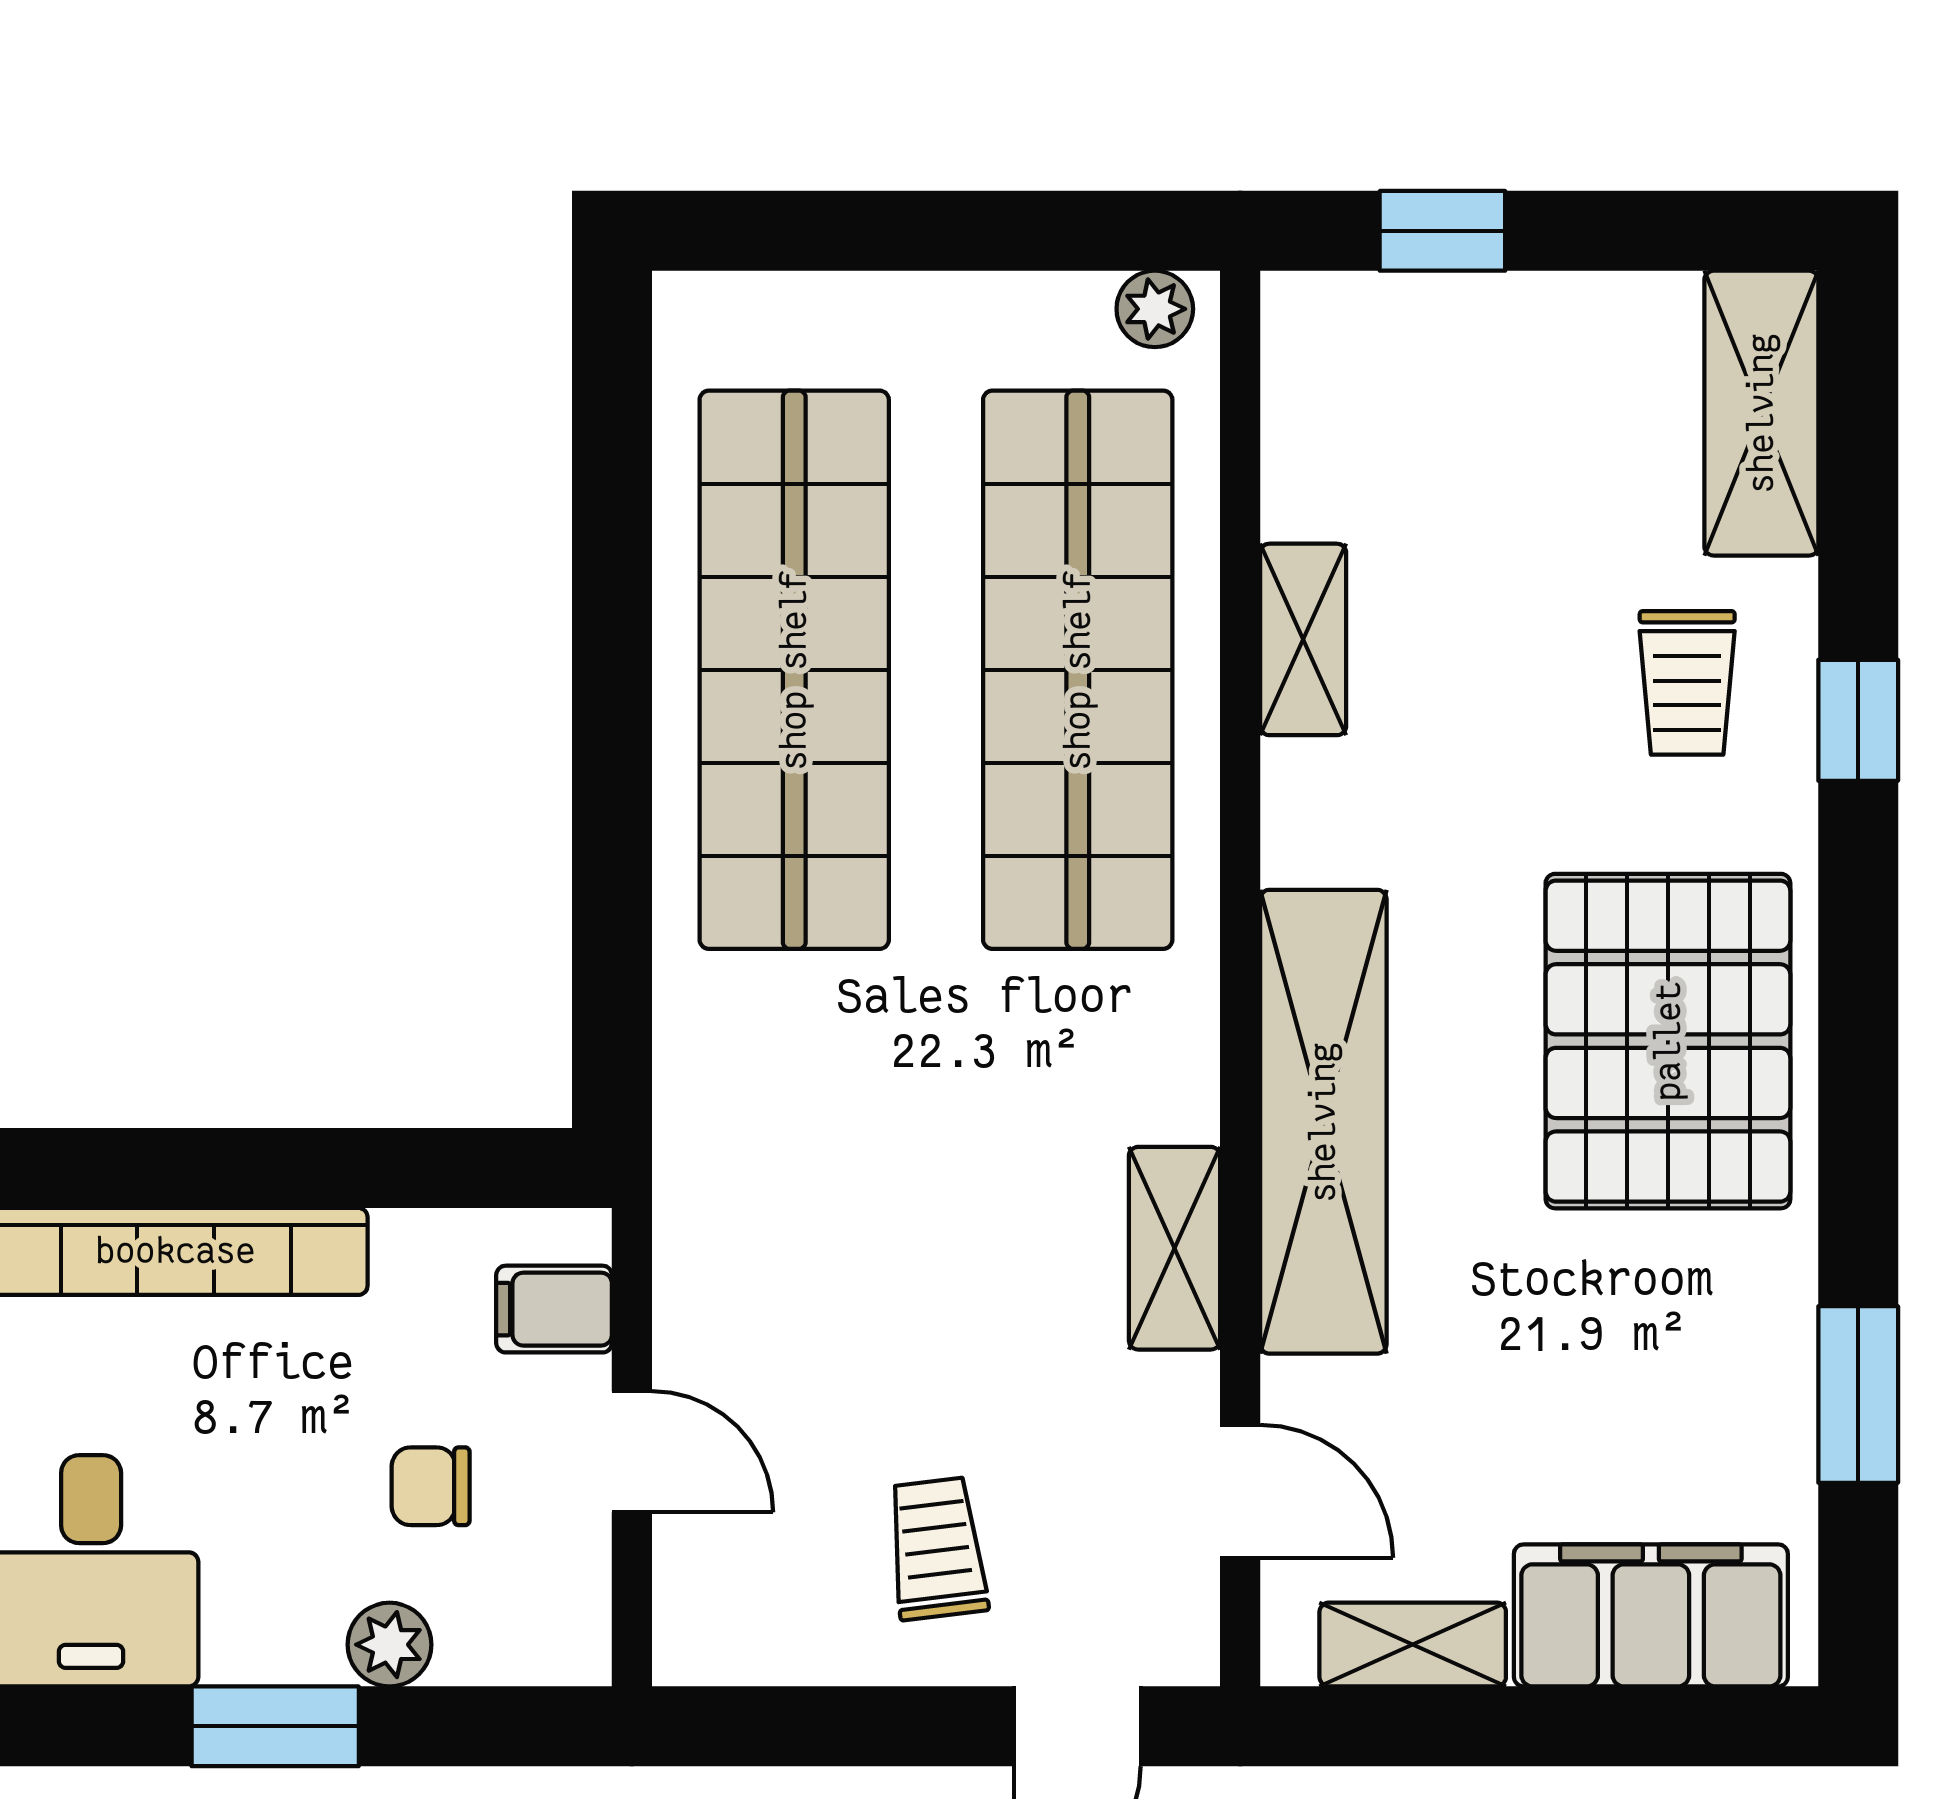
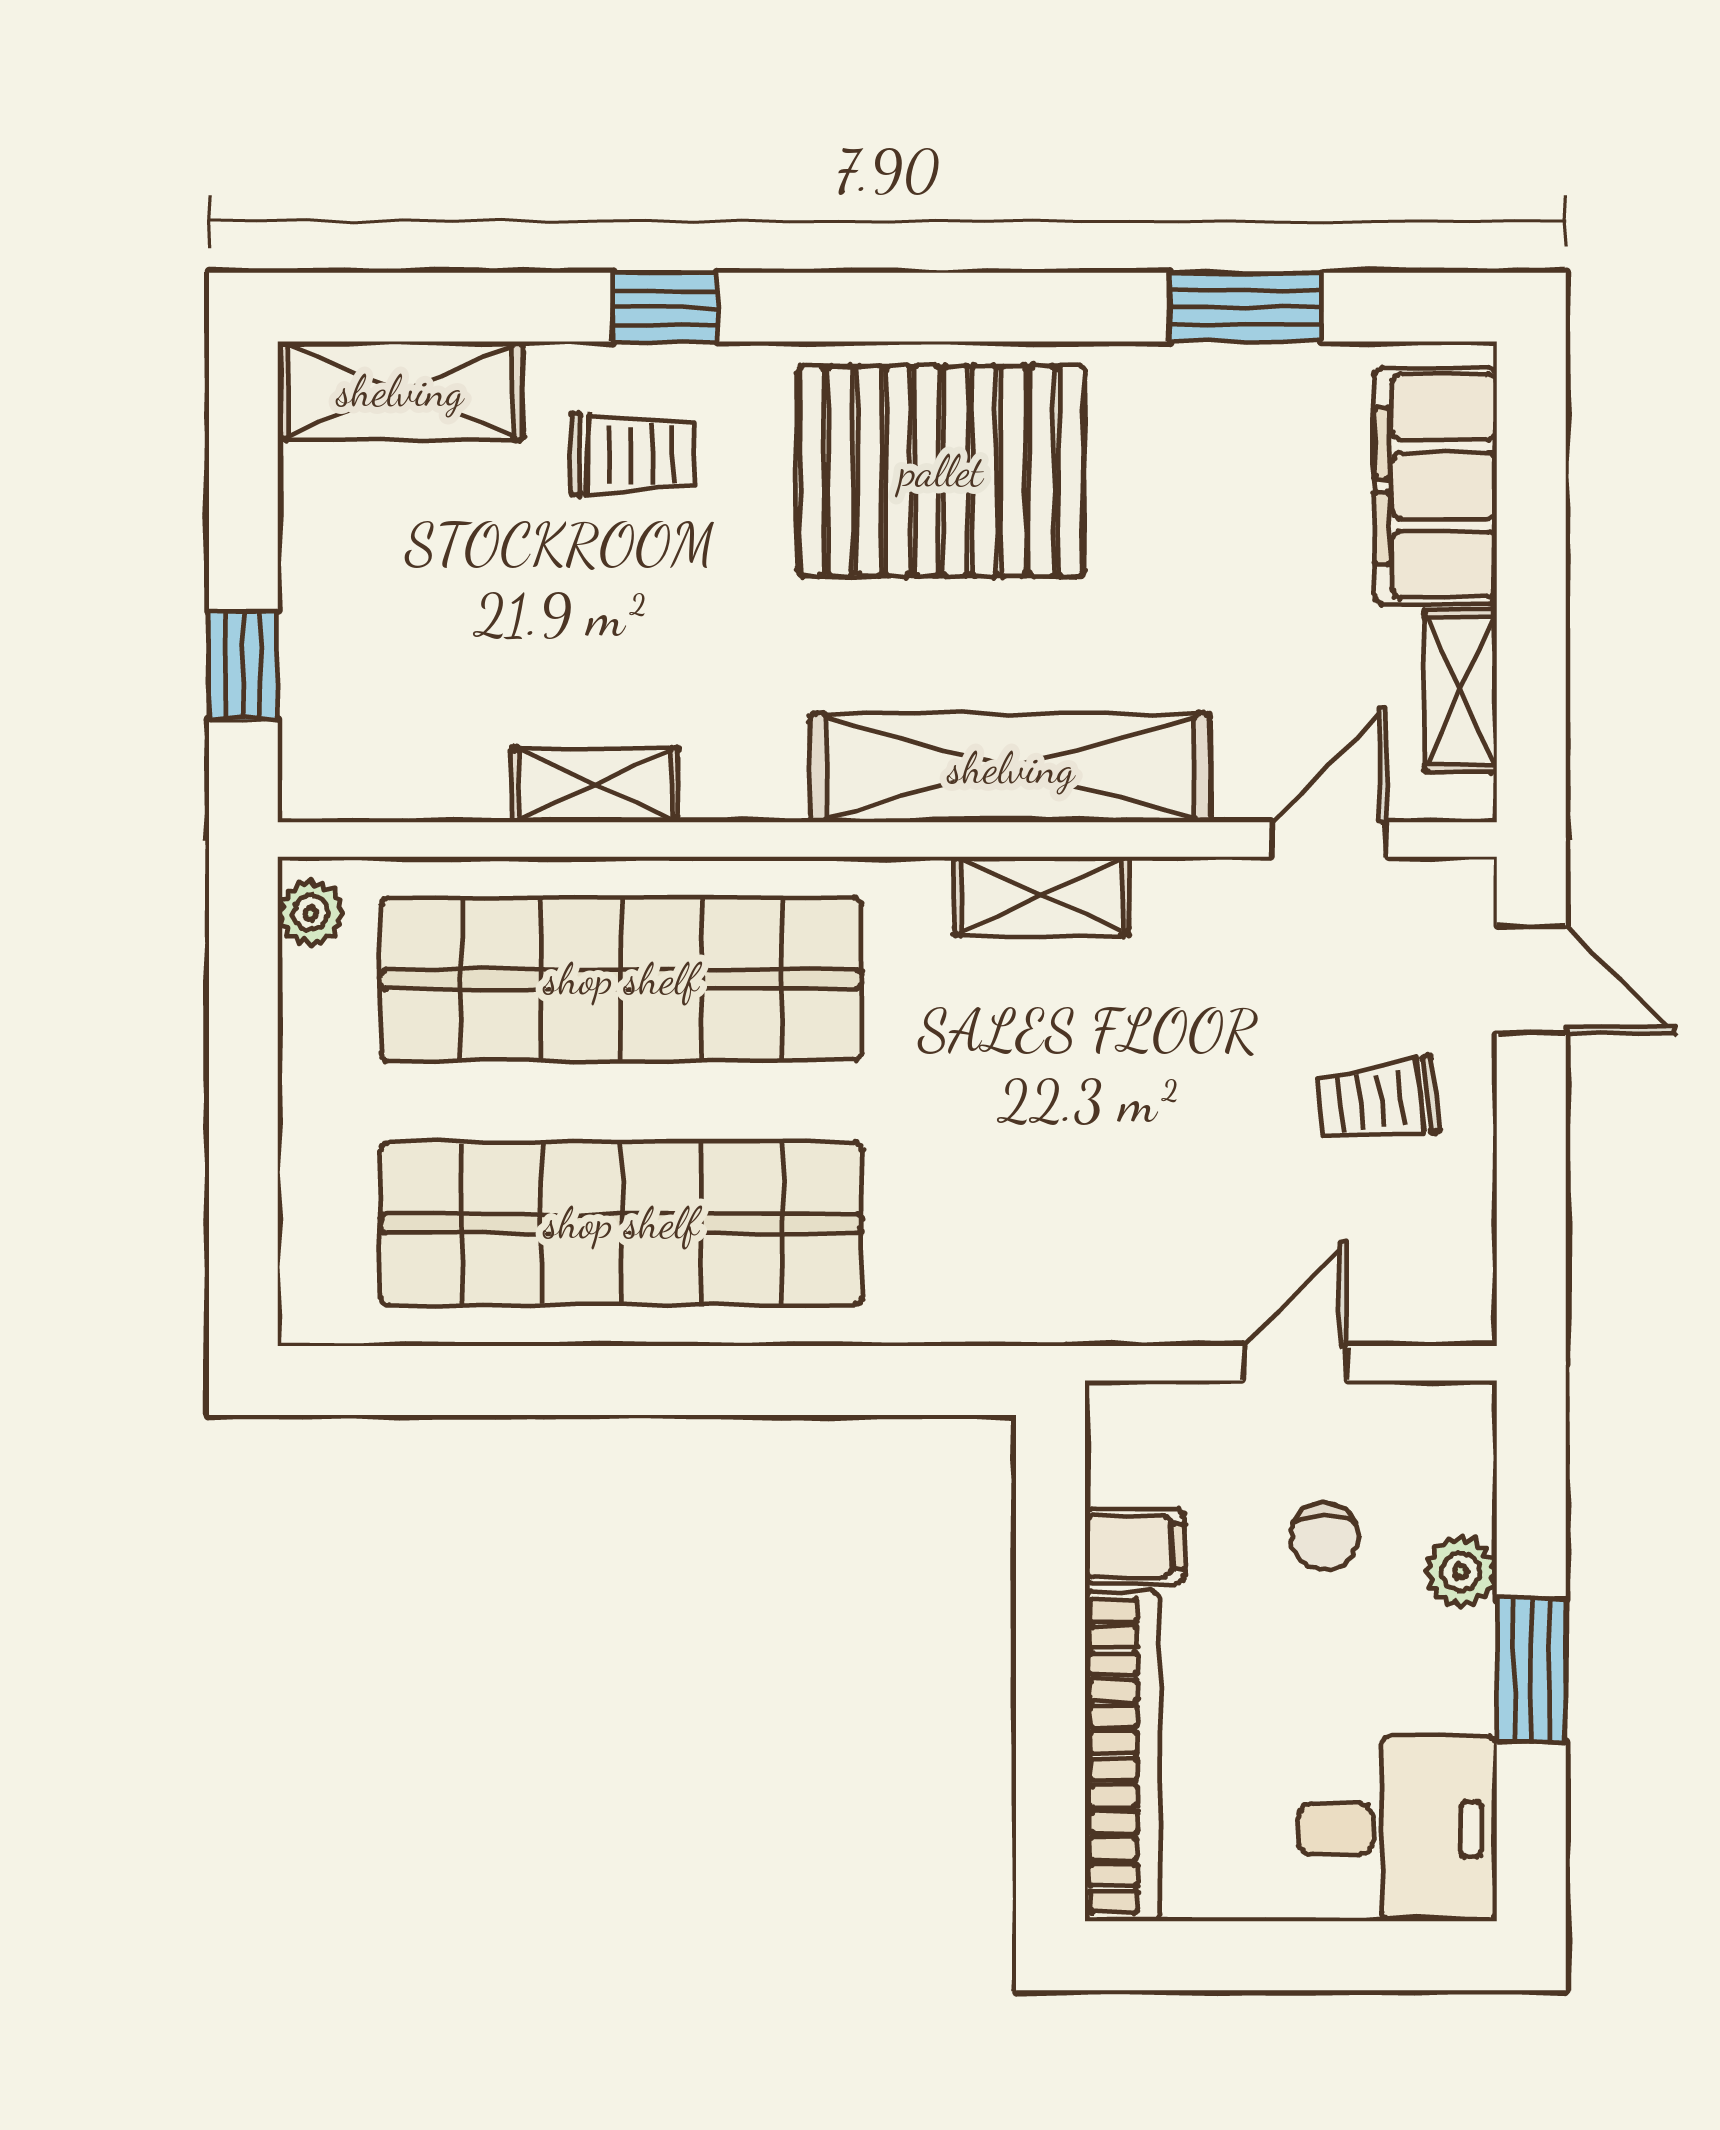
shelving: (1174, 1248) -> (1041, 896), moved
filing cabinet: (554, 1309) -> (1135, 1547), moved, turned -90

